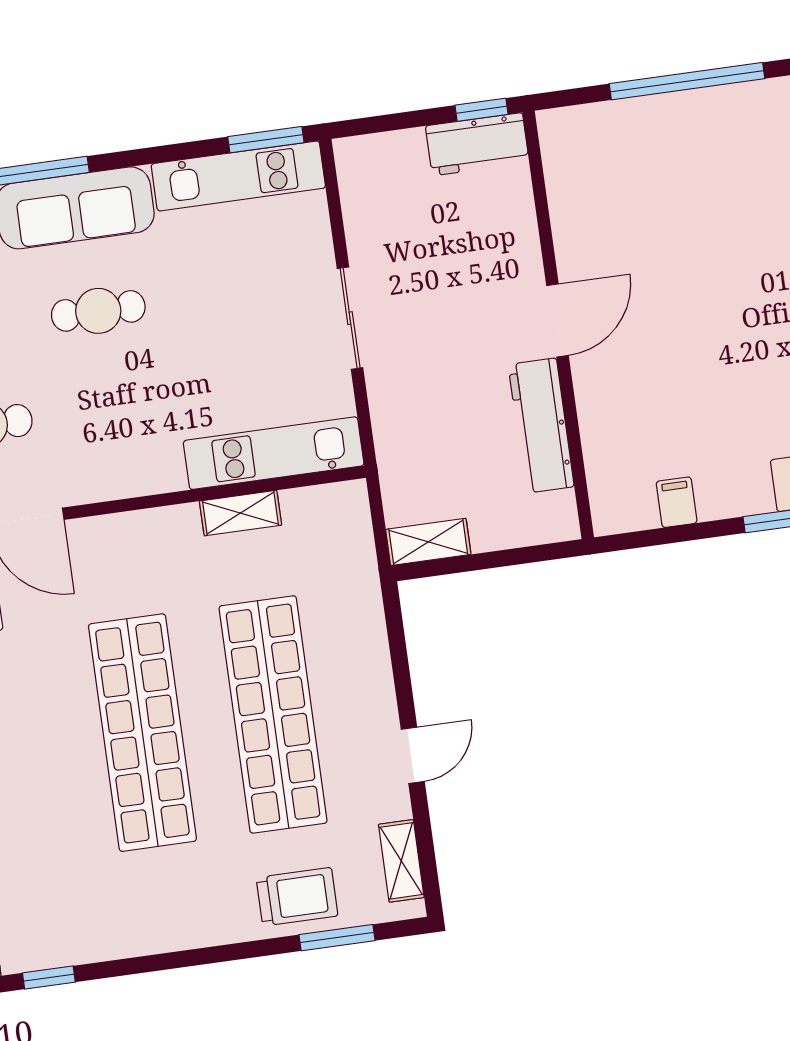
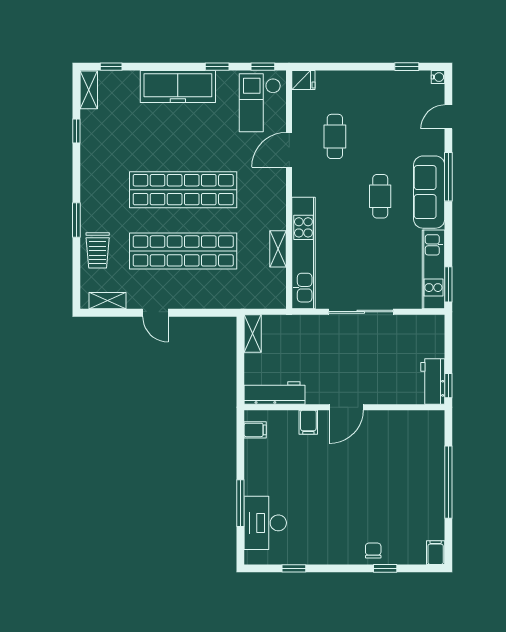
sliding door: (350, 318) -> (361, 312), width x1.37
door: (557, 321) -> (346, 407), hinge flipped
filing cabinet: (601, 397) -> (308, 422), added
workbench: (541, 426) -> (275, 393), moved
kitchen unit: (274, 453) -> (303, 253), width x1.36
filing cabinet: (677, 502) -> (255, 430), moved
window: (337, 938) -> (76, 220), moved

